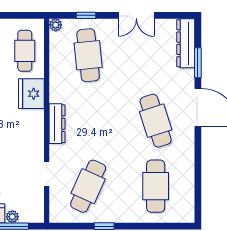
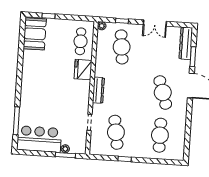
cafe table: (88, 186) -> (116, 132), turned -33

